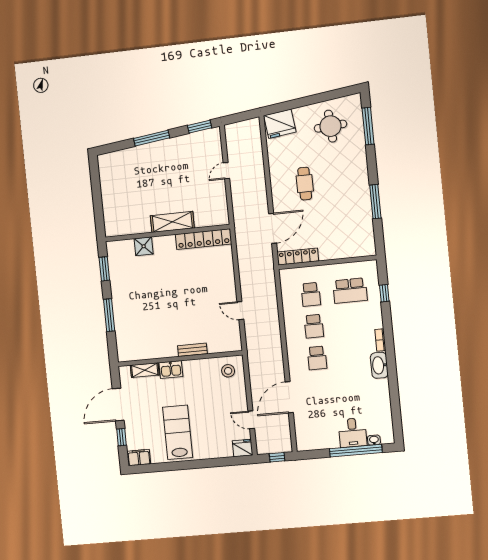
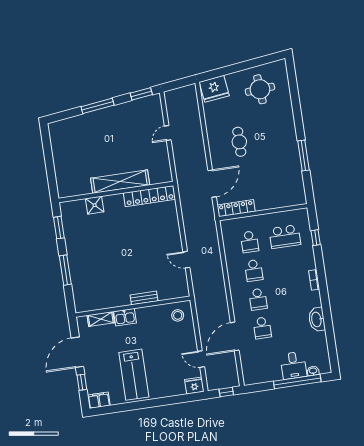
window: (368, 126) -> (294, 88), removed
shelving: (172, 222) -> (120, 182), width x1.47
washbasin: (379, 365) -> (317, 319), moved
school desk: (320, 390) -> (262, 328), added
lab bench: (178, 432) -> (134, 375), turned 180

